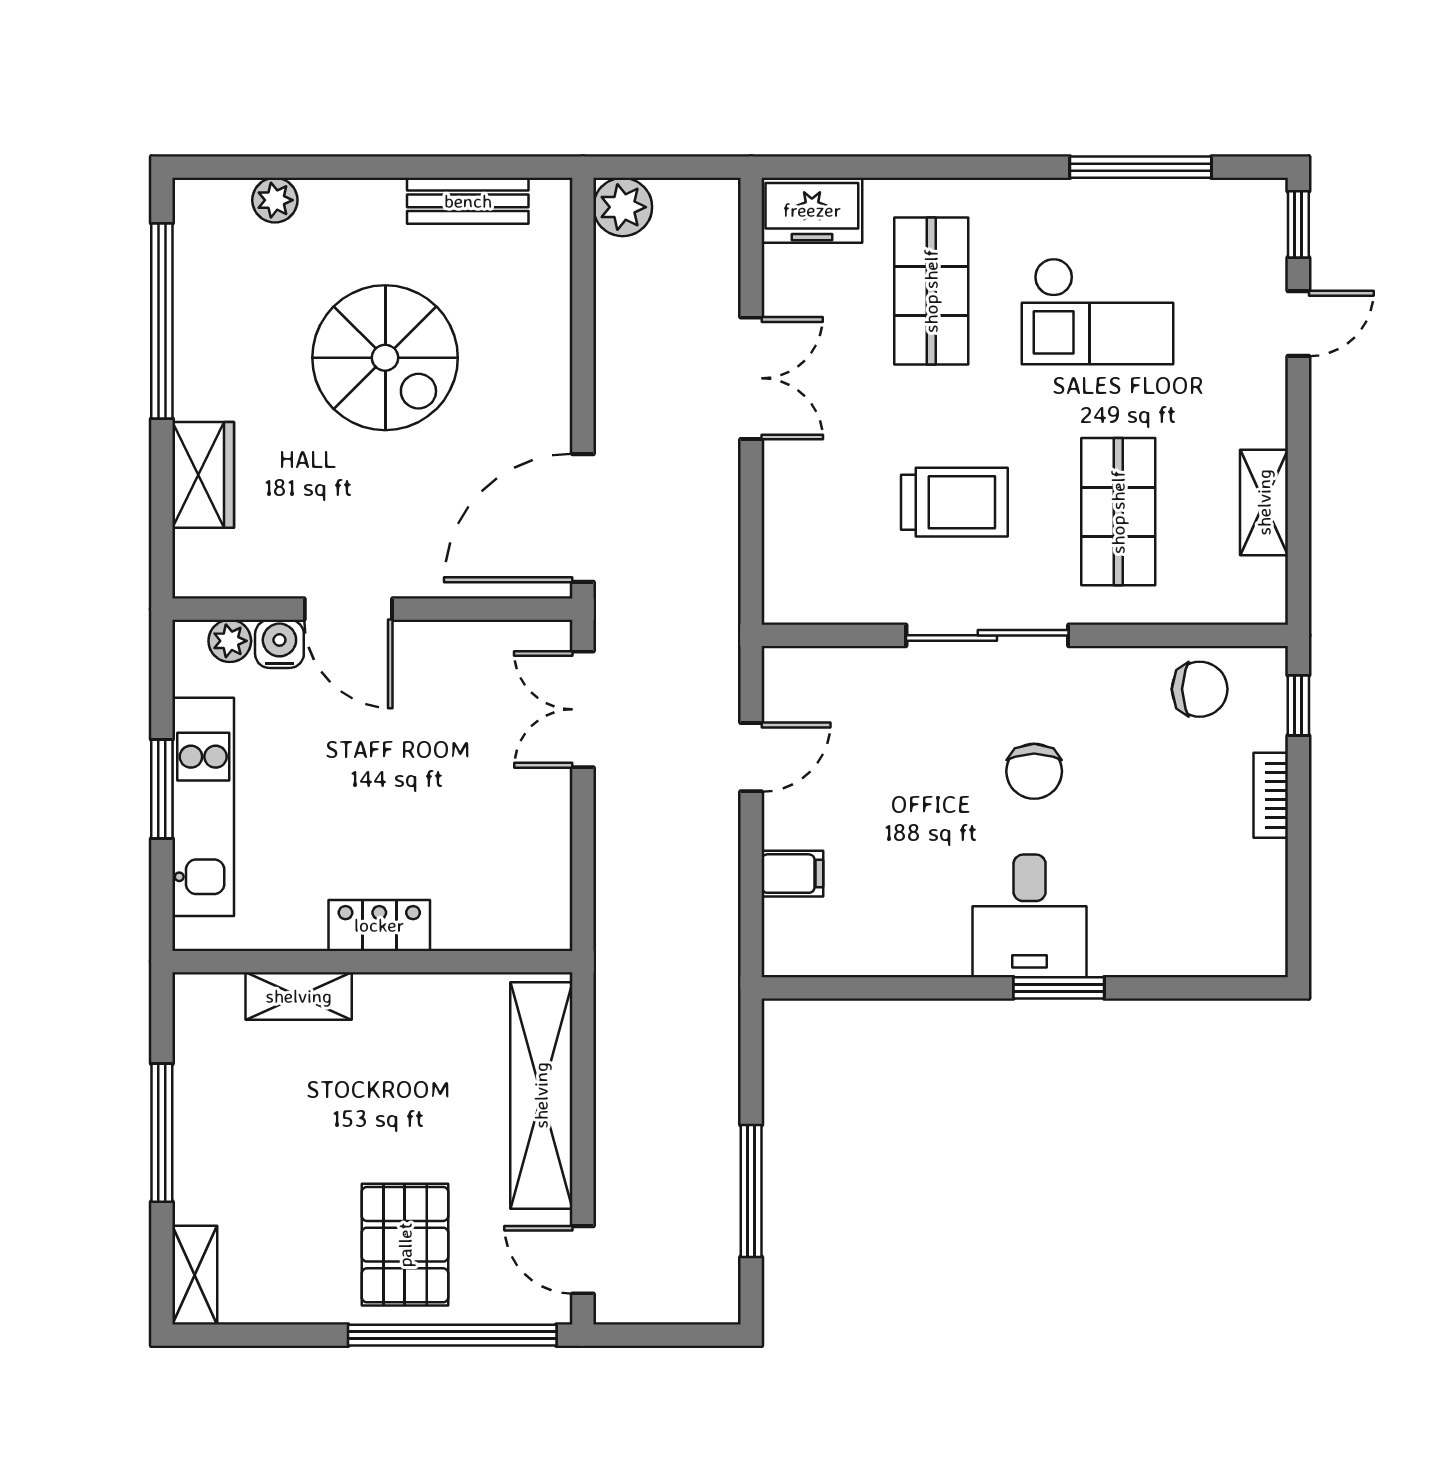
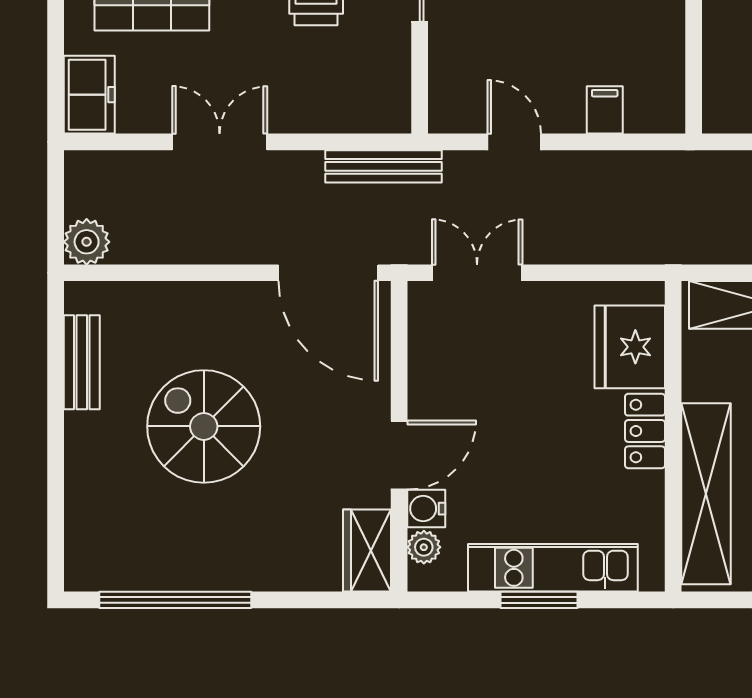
plant: (275, 200) -> (81, 512), removed
spiral stairs: (385, 358) -> (204, 426), turned -90
wardrobe: (203, 475) -> (367, 551), moved, turned -90
bench: (720, 589) -> (383, 166), added
double door: (583, 709) -> (477, 273), swing flipped
fridge: (488, 906) -> (630, 347), added
shelving: (299, 996) -> (706, 494), width x2.20, depth x1.33

